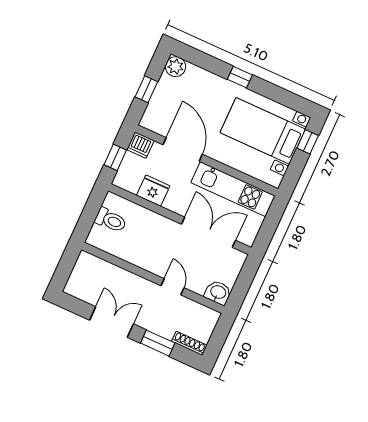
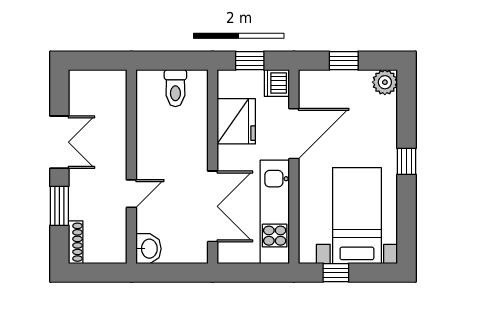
window: (308, 142) -> (336, 273), moved
fridge: (153, 191) -> (236, 121), width x1.36, depth x1.34

